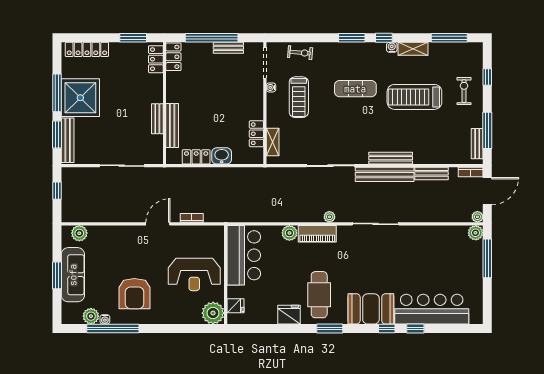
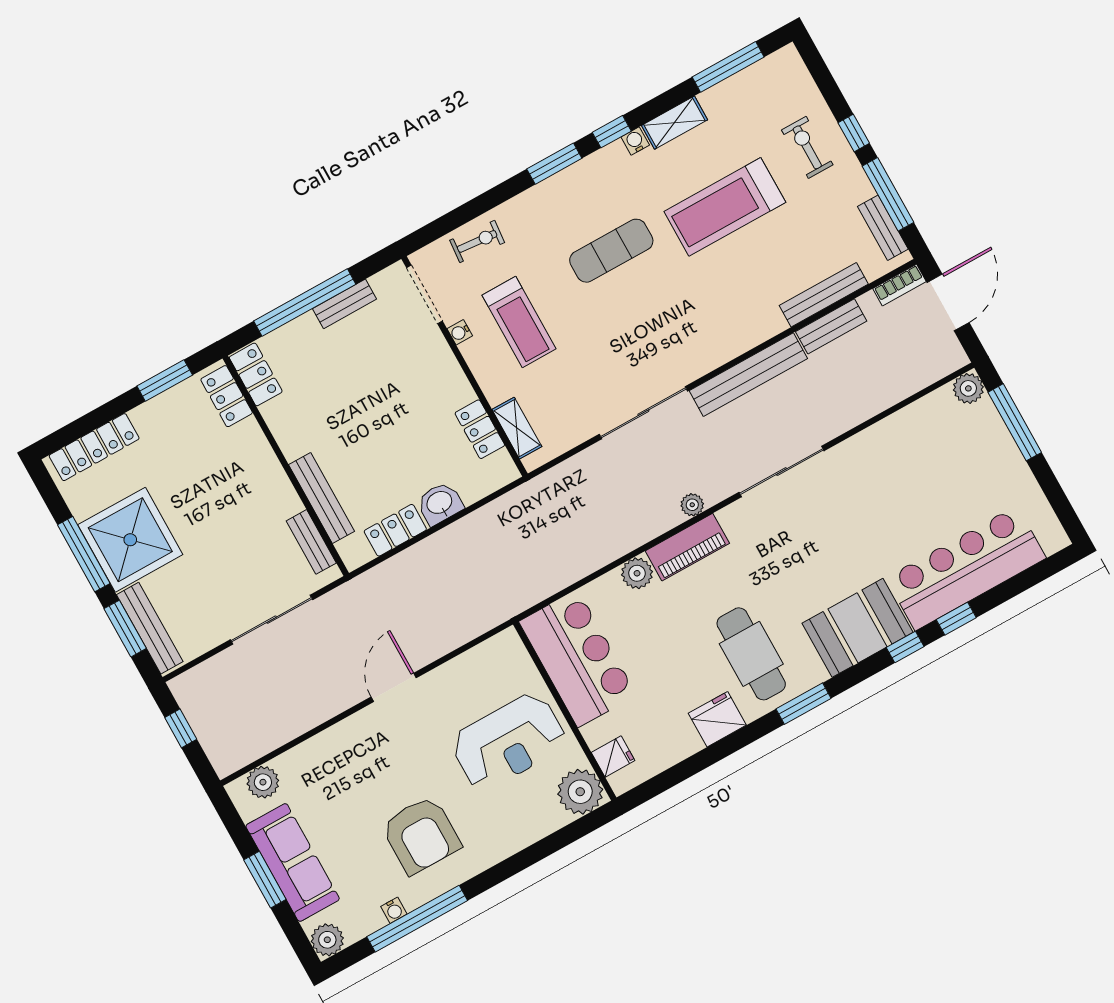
window: (487, 77) -> (854, 133), moved
bench: (157, 119) -> (311, 542), moved
bench: (391, 158) -> (824, 295), moved
plant: (477, 217) -> (956, 358), removed
bookcase: (192, 218) -> (448, 643), removed
plant: (91, 316) -> (327, 940), moved

